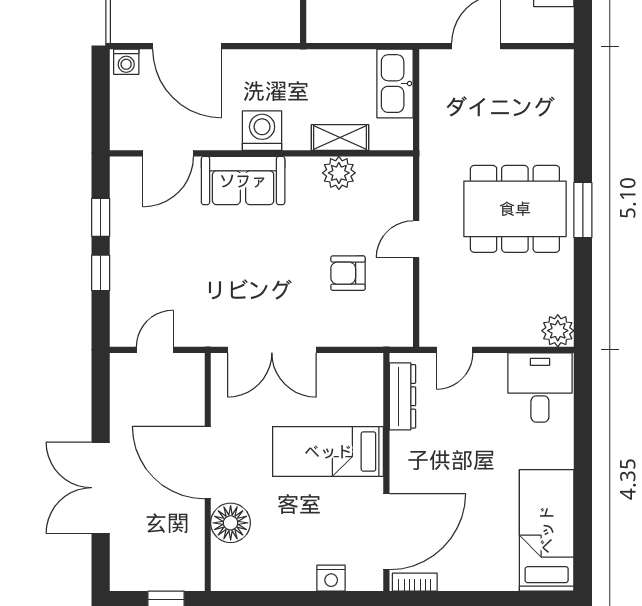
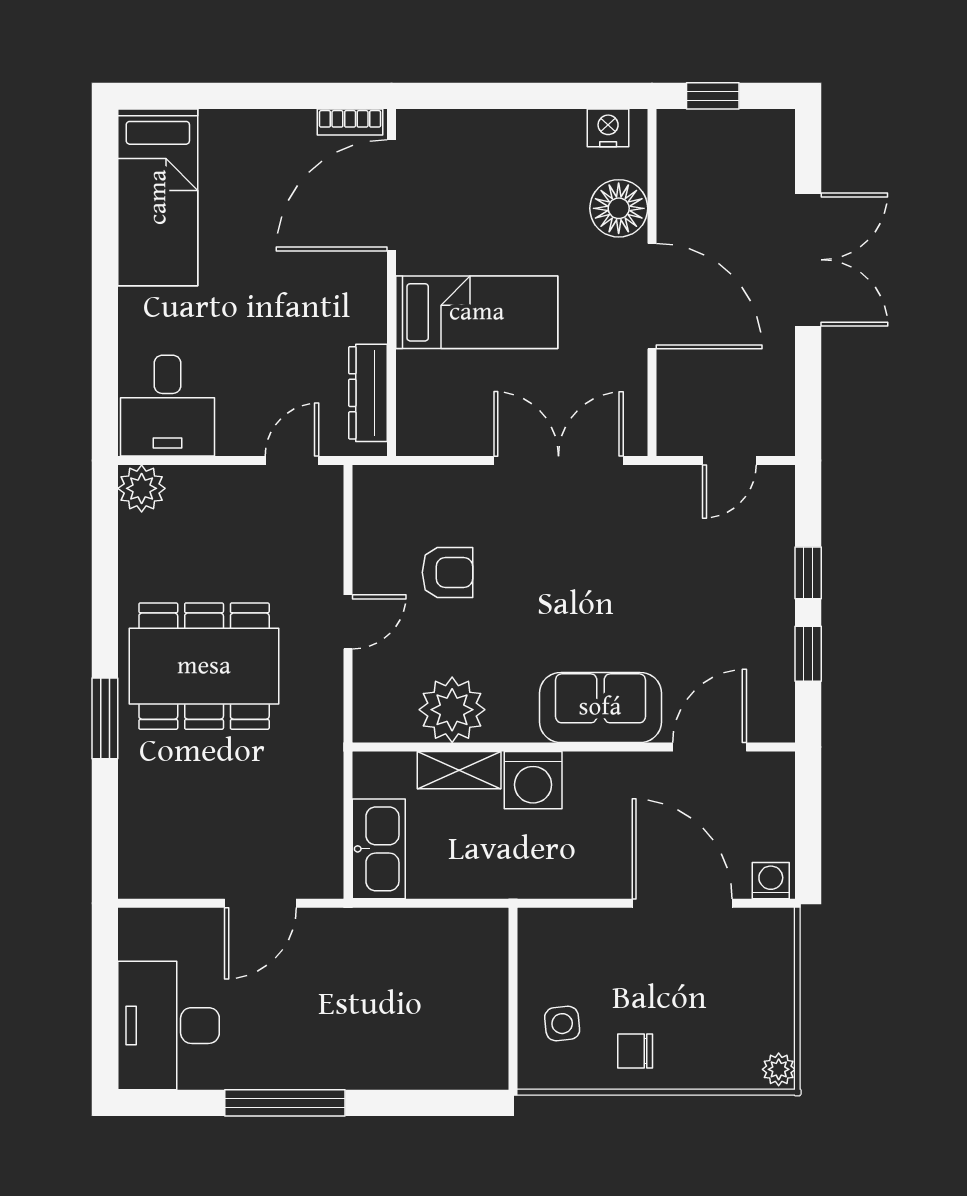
washing machine: (262, 131) -> (533, 780), moved
plant: (339, 173) -> (452, 710), width x1.36, depth x1.36
window: (583, 210) -> (105, 718), moved
nightstand: (331, 578) -> (608, 128), moved

